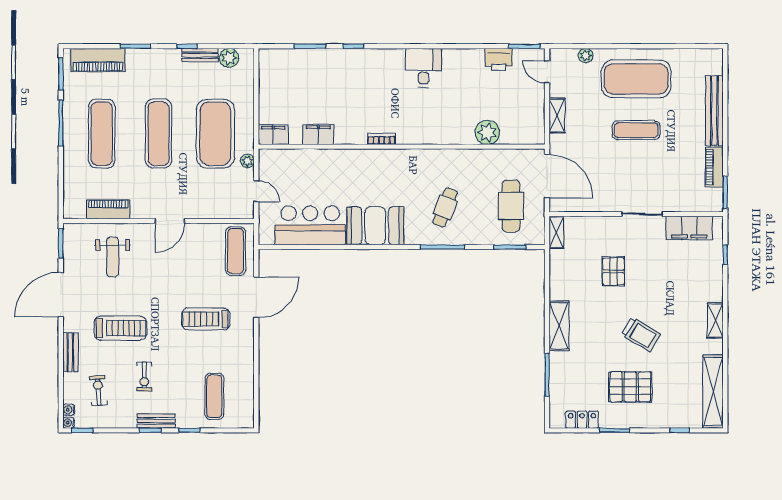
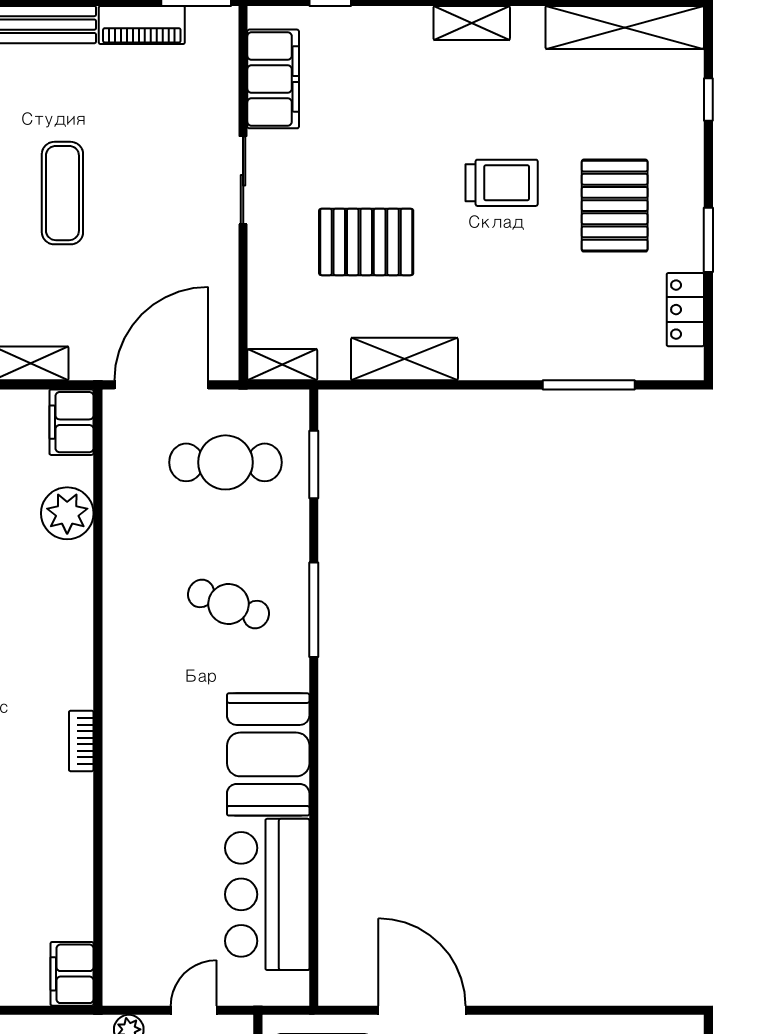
filing cabinet: (318, 134) -> (71, 422), moved
pallet: (613, 271) -> (366, 242), width x1.50, depth x1.42
shelving: (559, 326) -> (404, 359), moved
trolley: (641, 334) -> (502, 183), turned 59

